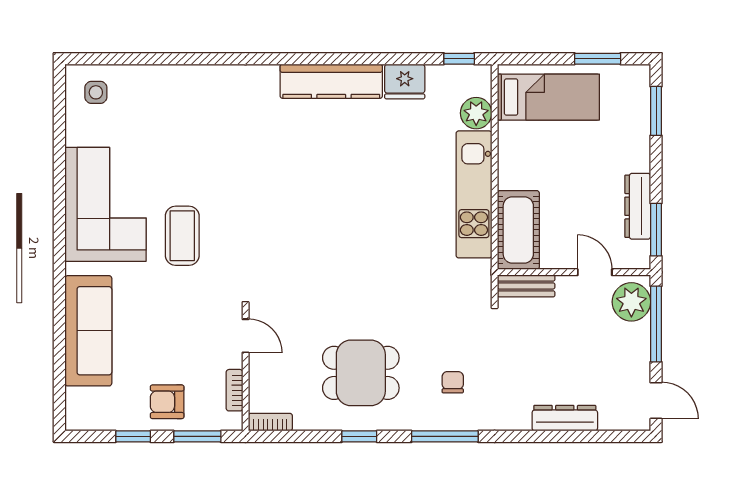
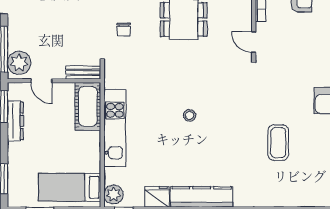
plant: (476, 113) -> (114, 194), moved
stool: (351, 215) -> (190, 115), added
coffee table: (182, 236) -> (278, 143), moved
chair: (453, 382) -> (124, 30), moved

